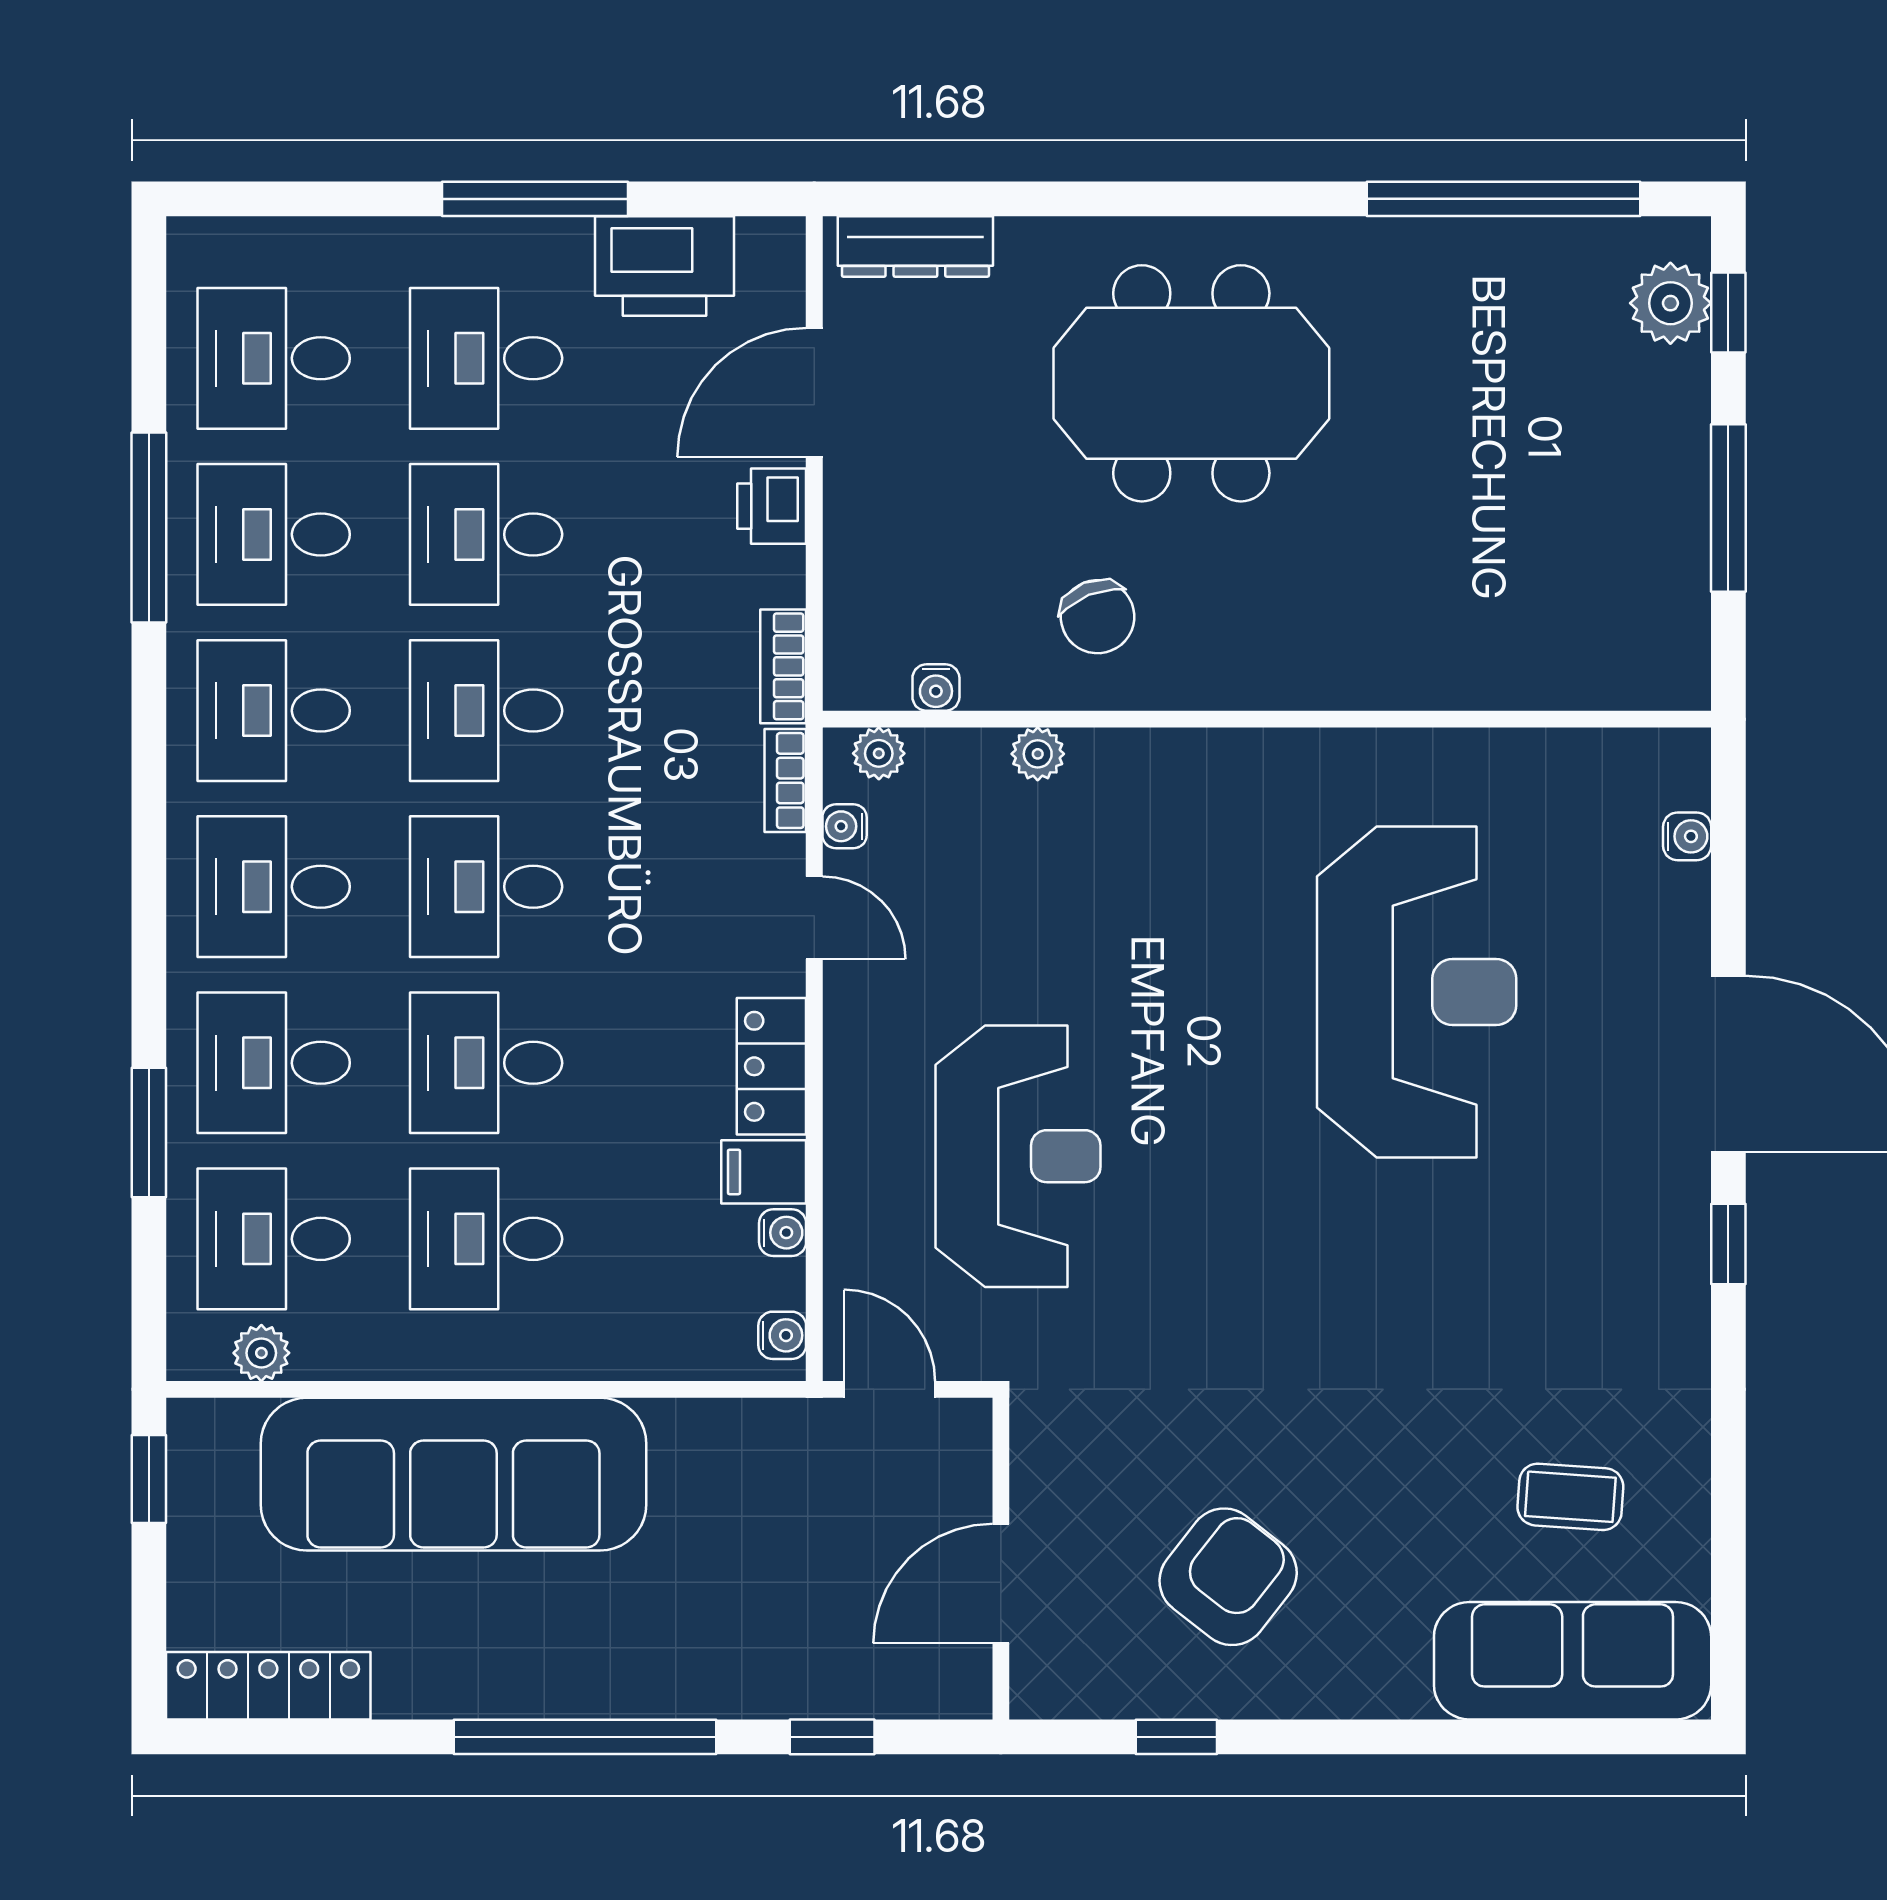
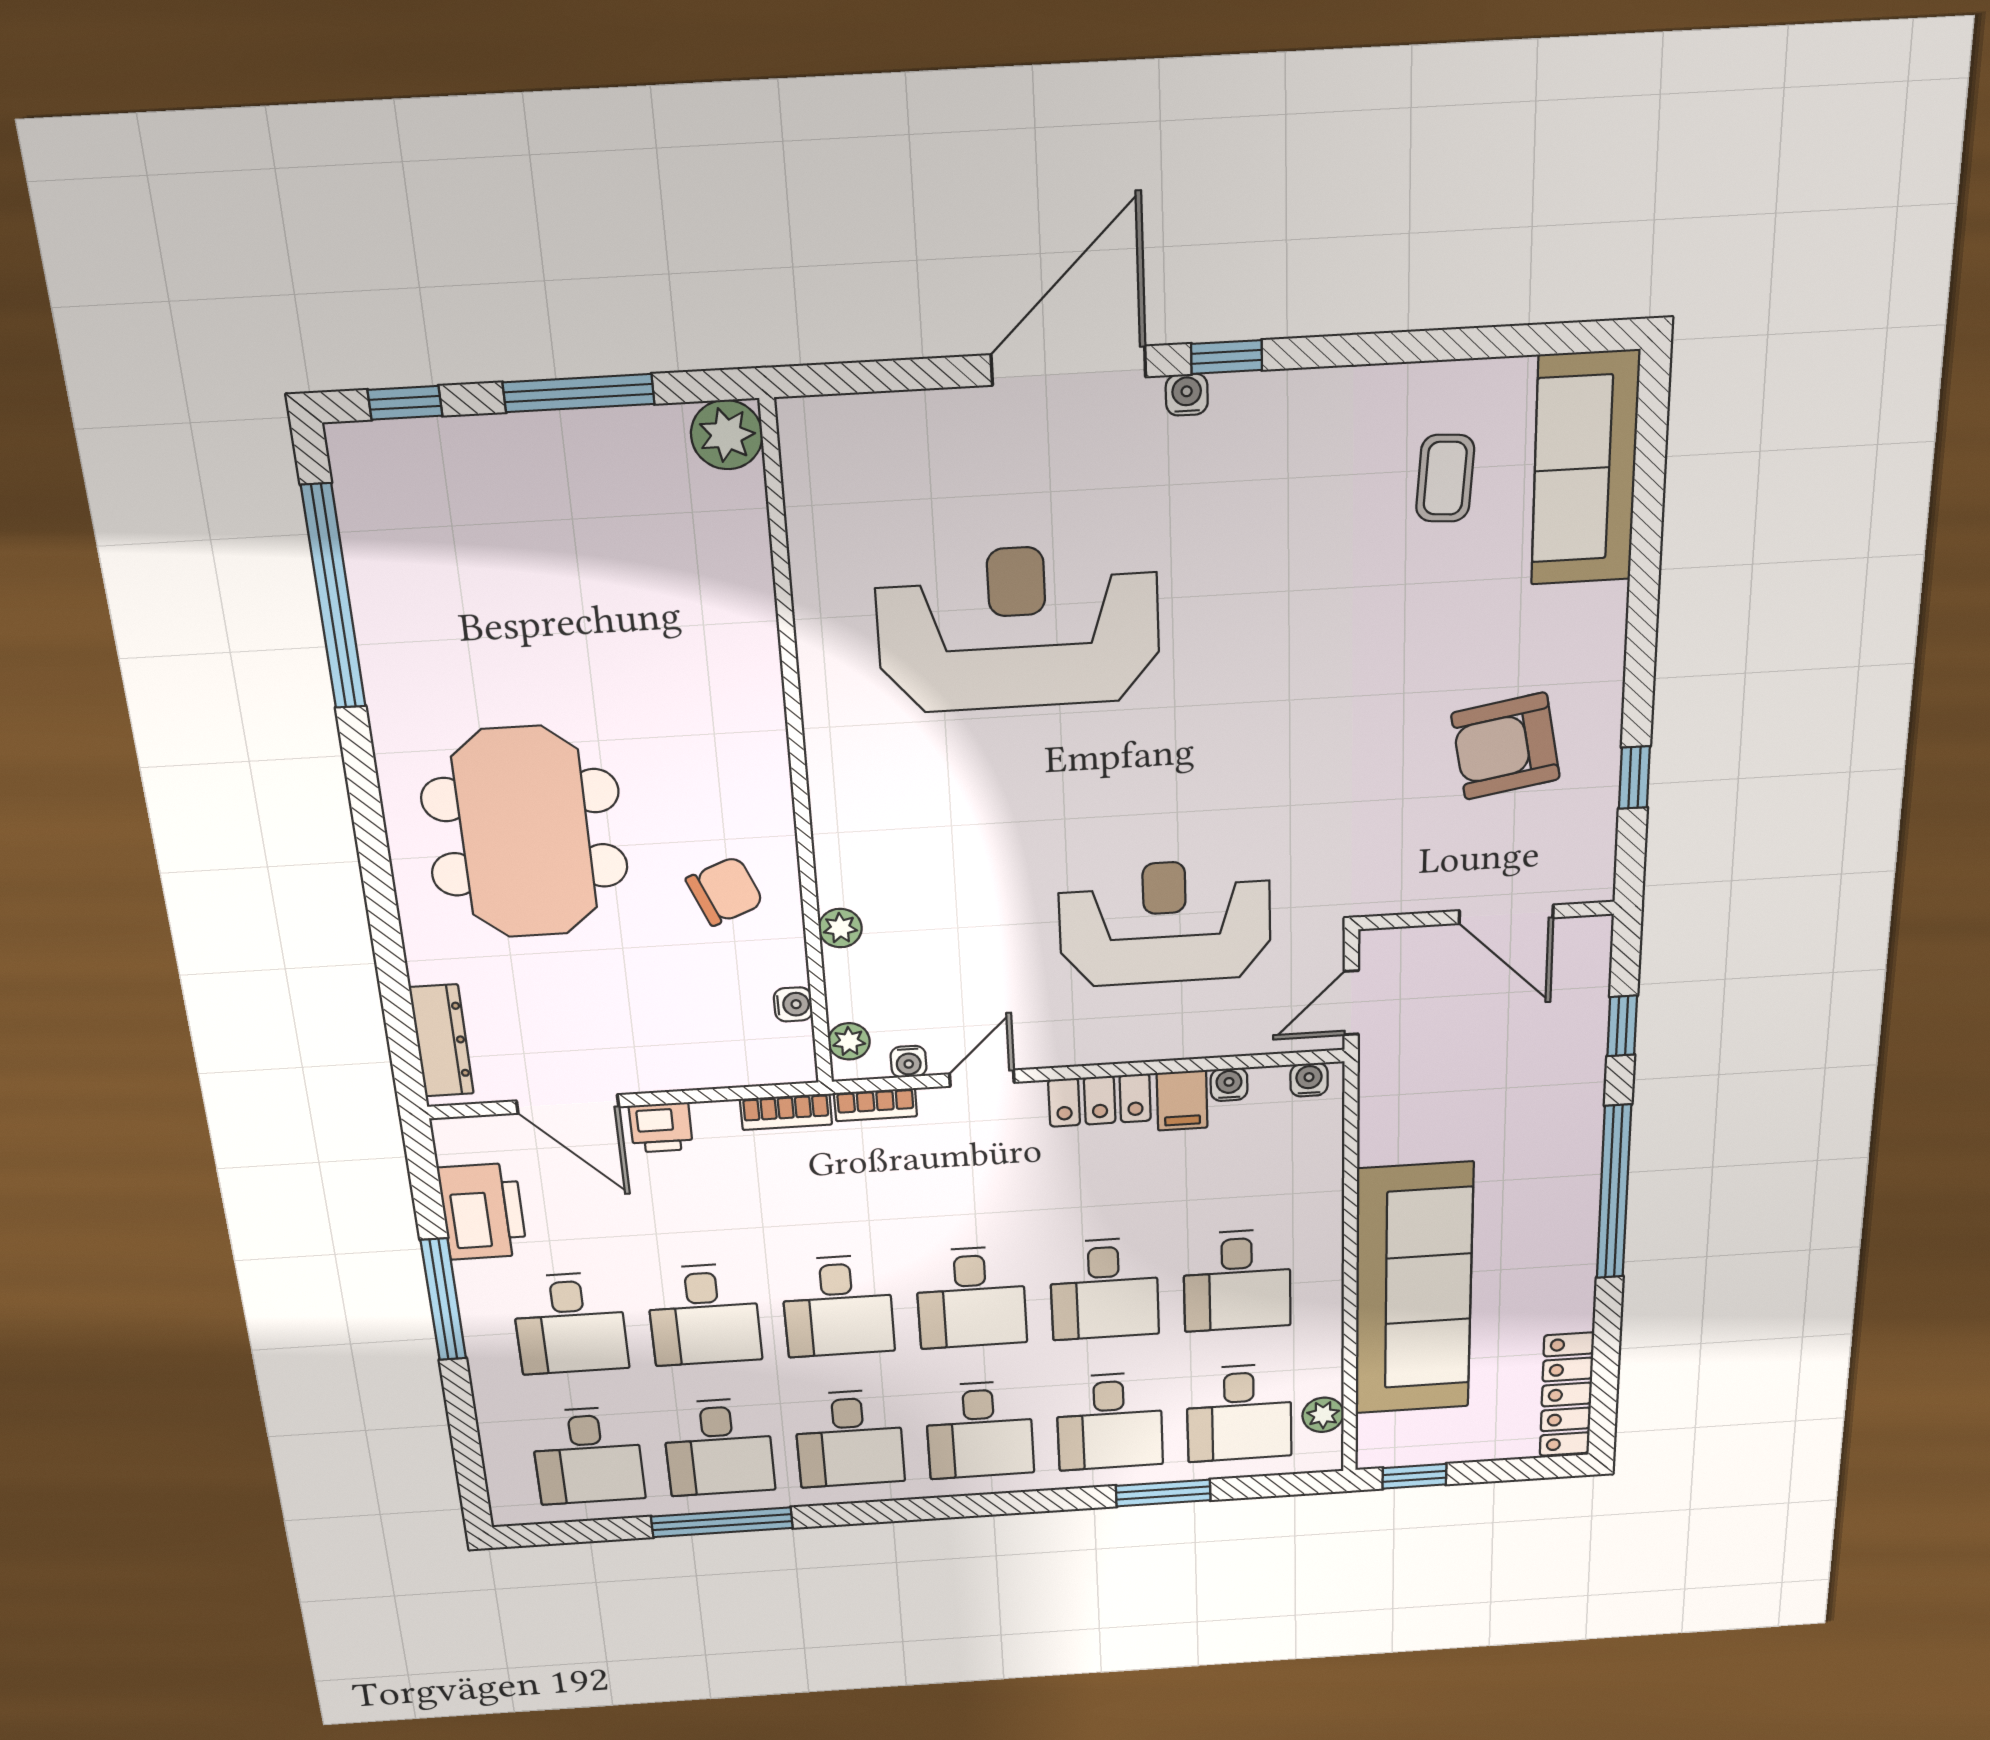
plant: (1670, 303) -> (727, 435), moved
water cooler: (1687, 836) -> (1187, 395), moved
armchair: (1228, 1577) -> (1506, 746), turned -48

